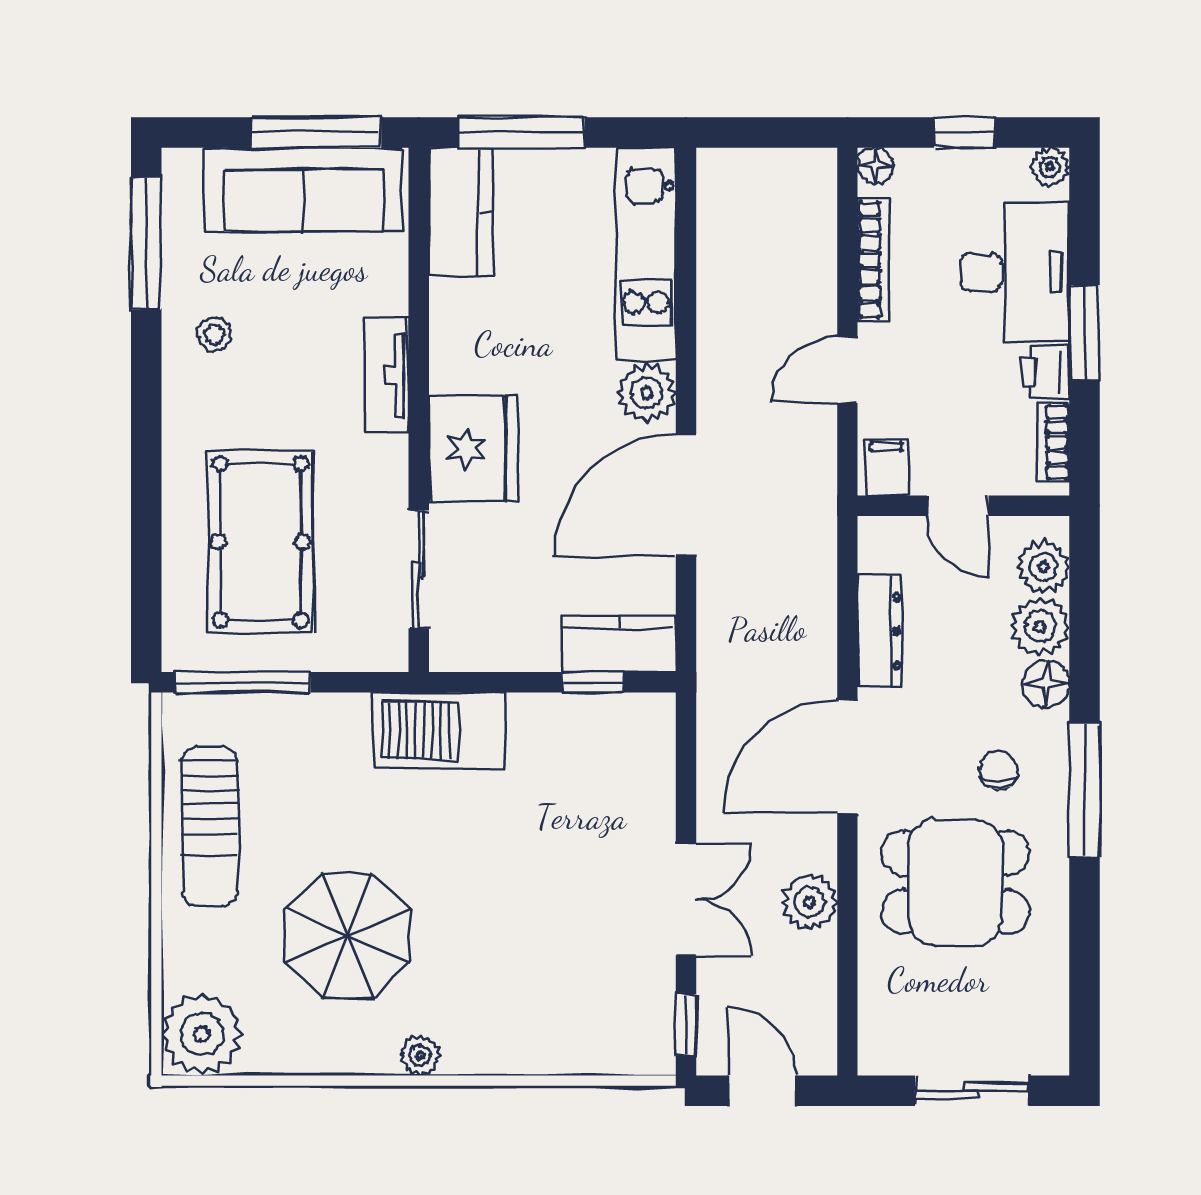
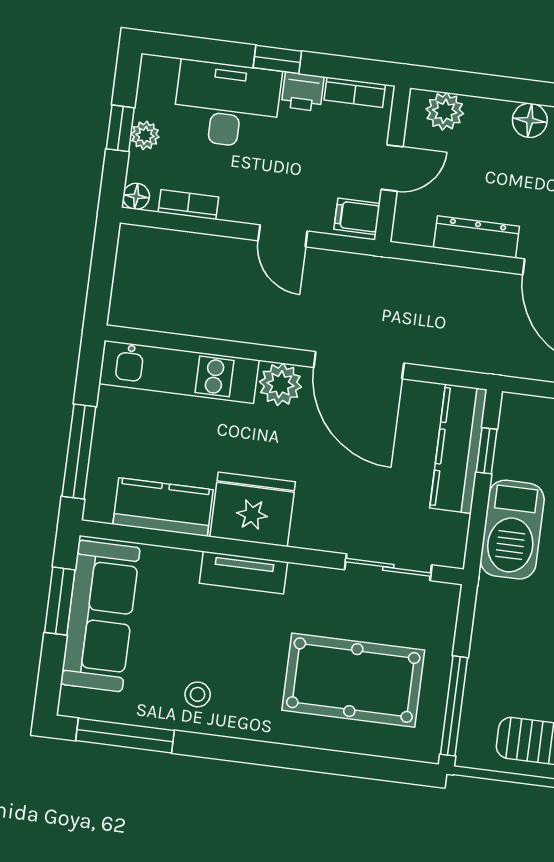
window: (316, 132) -> (60, 601), width x0.69
plant: (1050, 167) -> (145, 135), moved
kitchen counter: (461, 212) -> (163, 507), moved
bookcase: (873, 260) -> (188, 205), width x0.64
window: (1084, 332) -> (277, 59), width x0.67
fridge: (473, 449) -> (253, 509), moved
plant: (1040, 626) -> (488, 119), removed
kitchen counter: (619, 644) -> (458, 449), width x1.50
barbecue: (439, 730) -> (512, 530), moved

